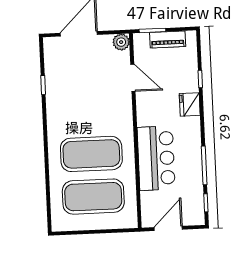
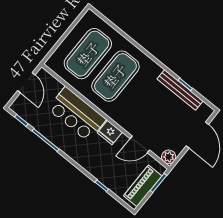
piano: (168, 39) -> (143, 186), width x1.37, depth x1.33
bench: (52, 85) -> (180, 90), added
fridge: (190, 104) -> (110, 132), moved, turned 180

